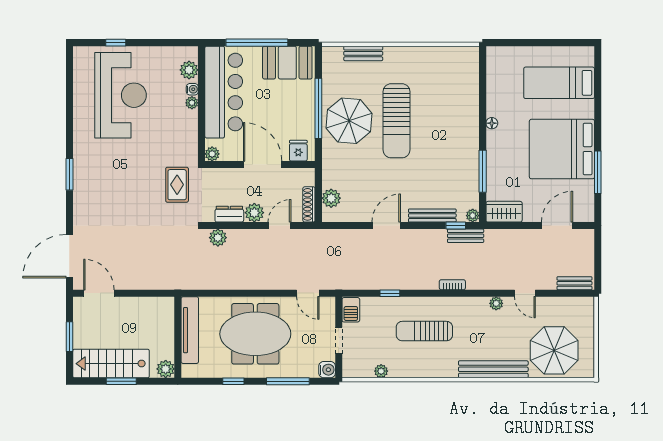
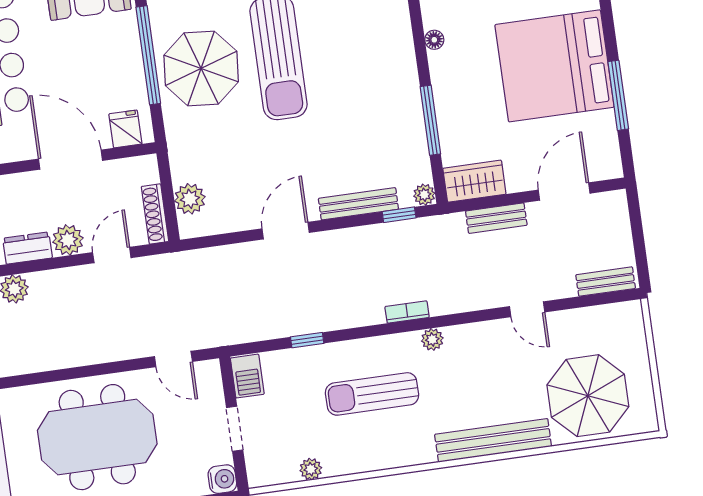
bench: (466, 236) -> (496, 218), moved
plant: (496, 303) -> (432, 339), moved

